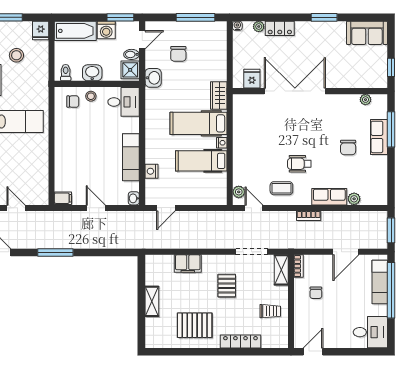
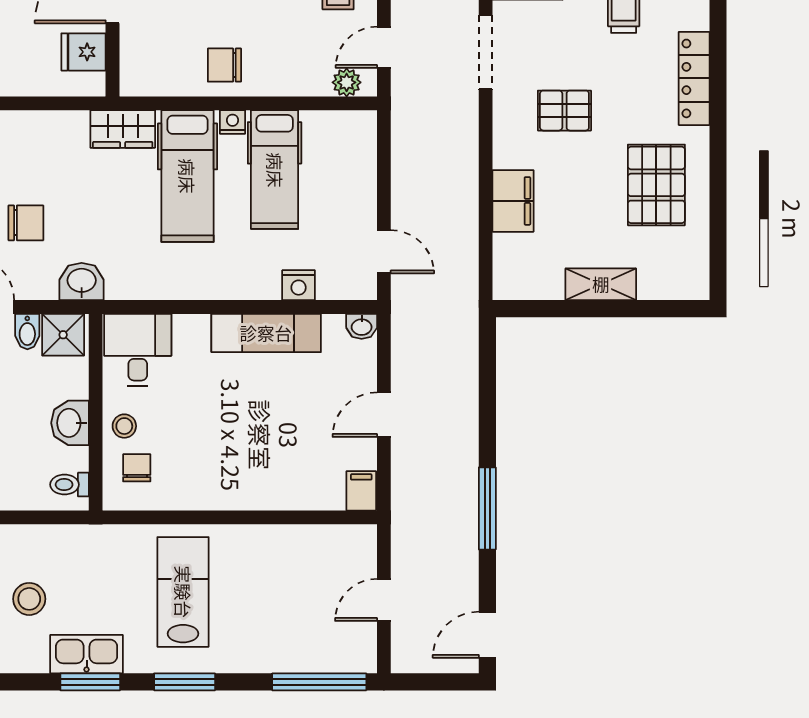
chair: (246, 139) -> (224, 65), added

